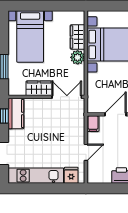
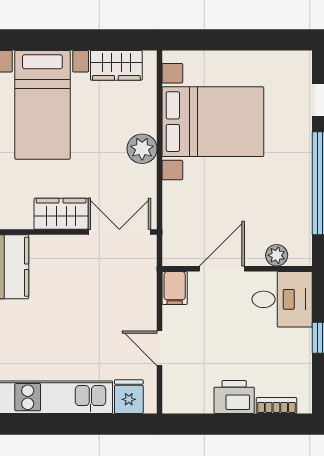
wardrobe: (77, 37) -> (116, 65), moved, turned -90
door: (86, 152) -> (160, 348), swing flipped

